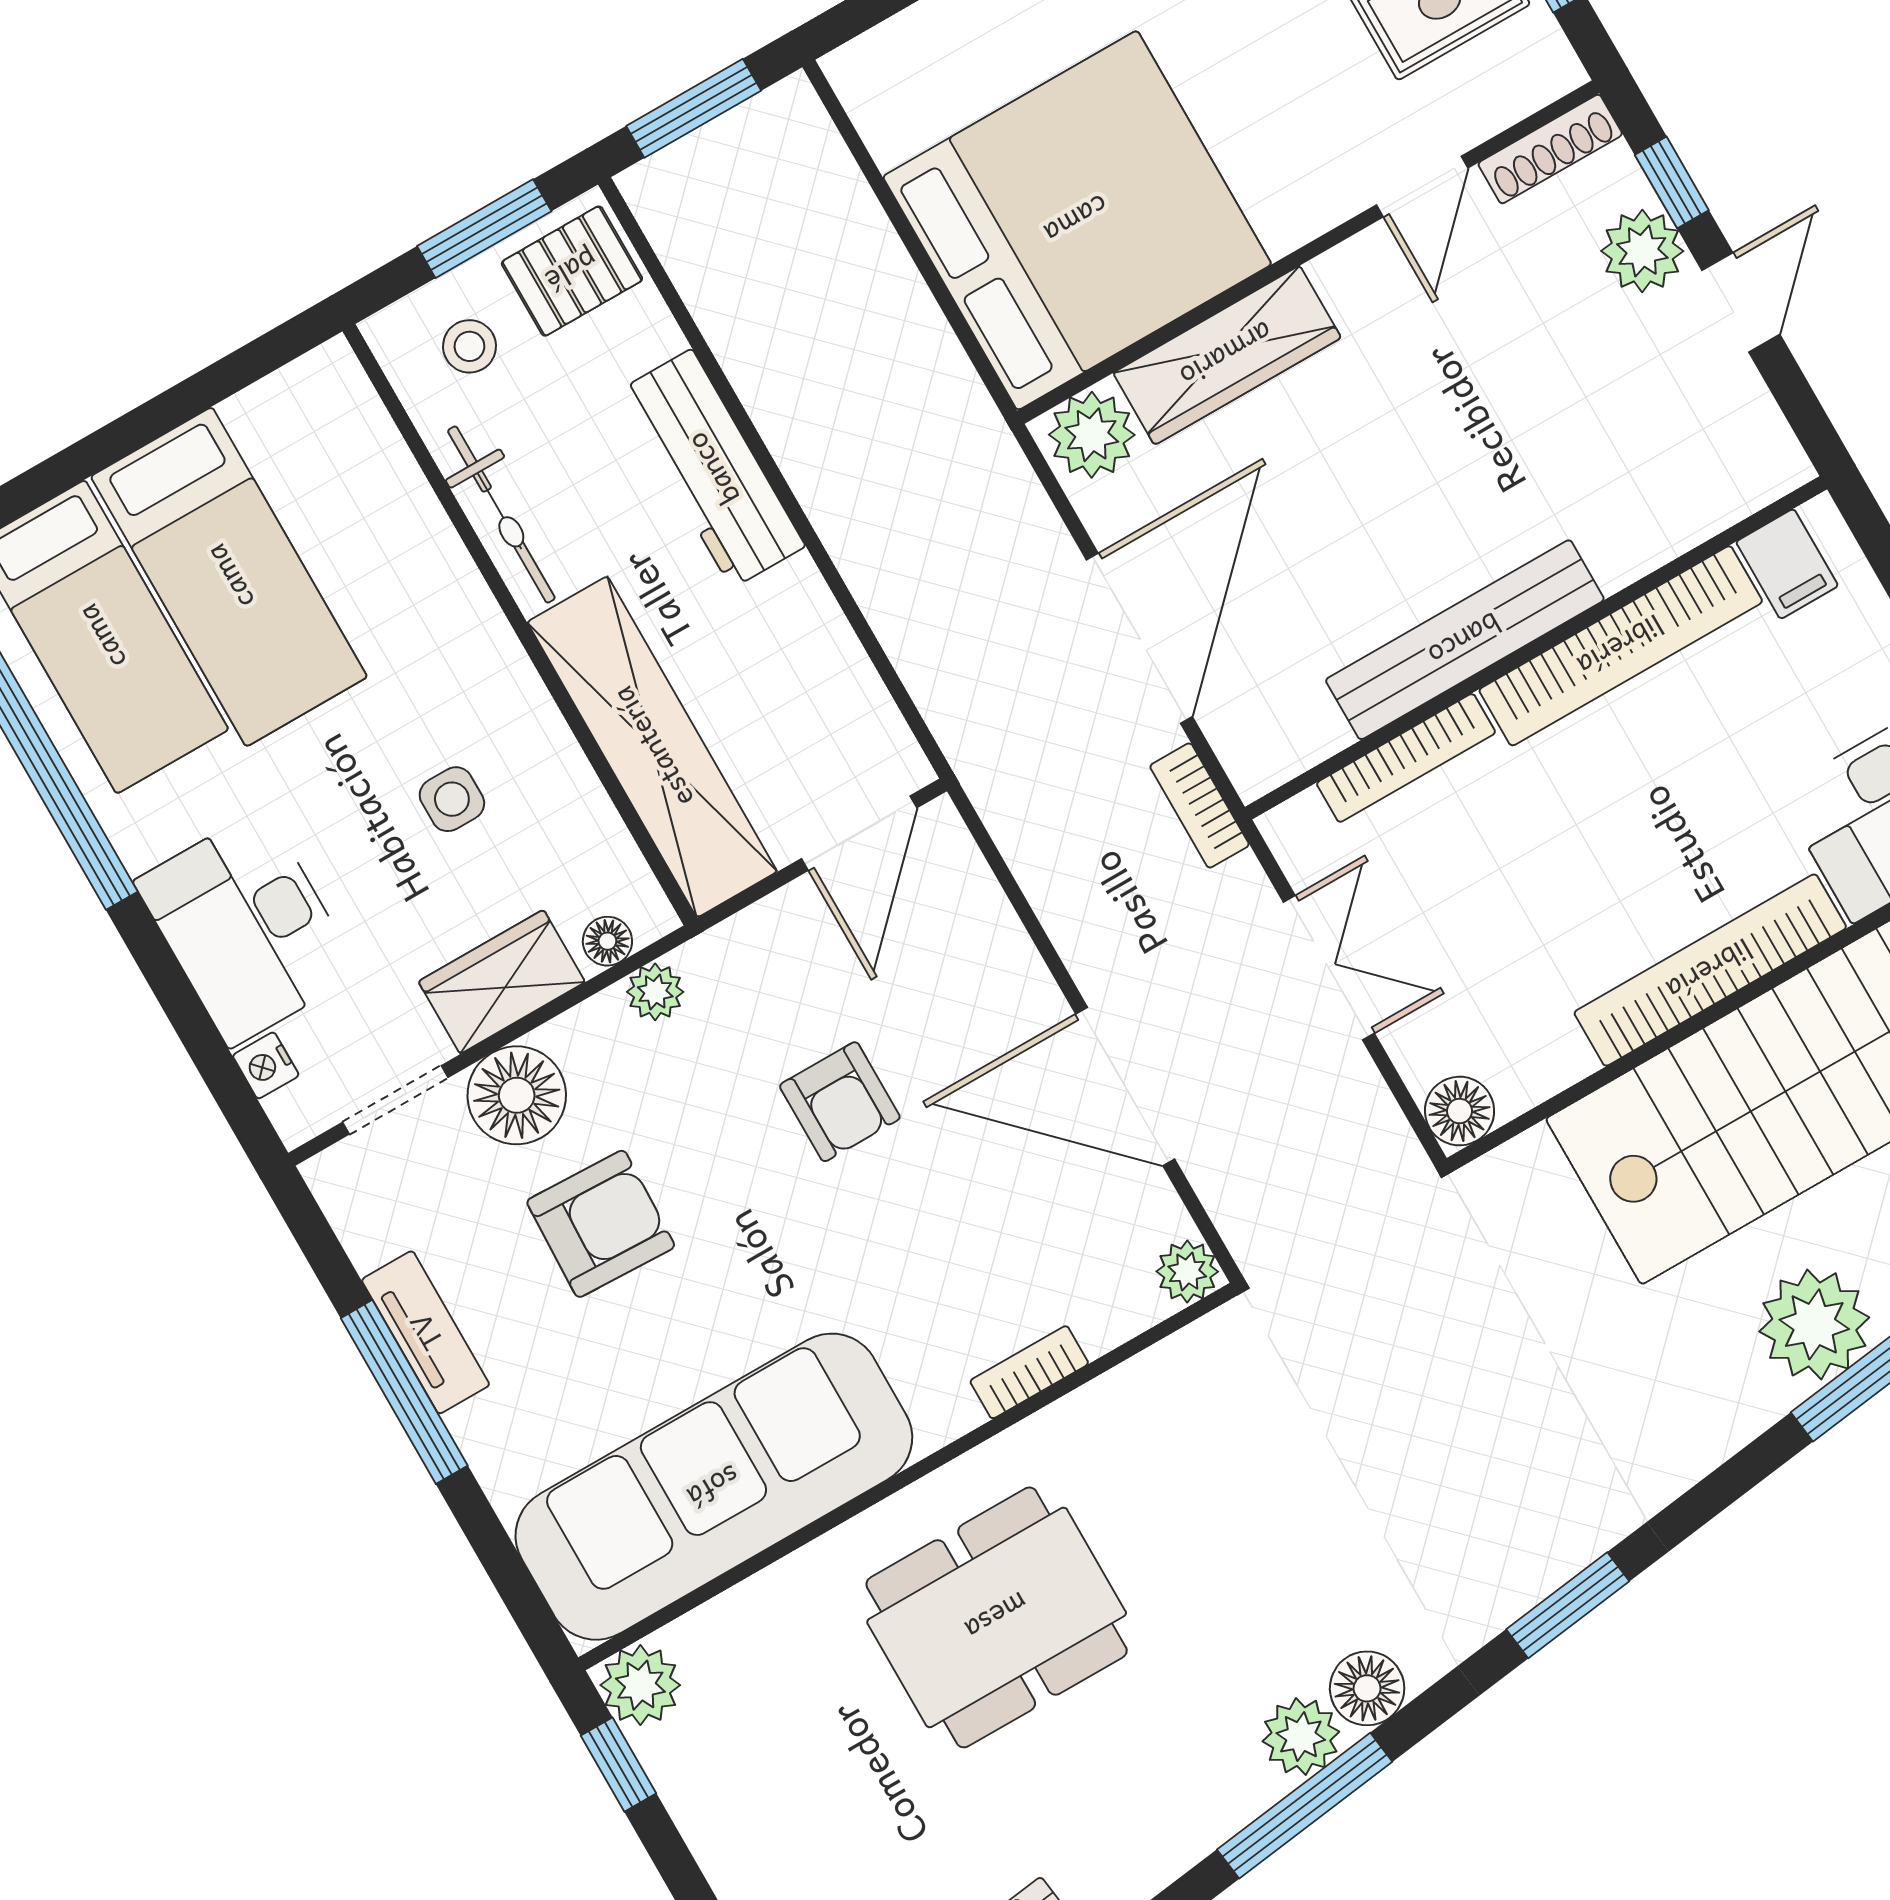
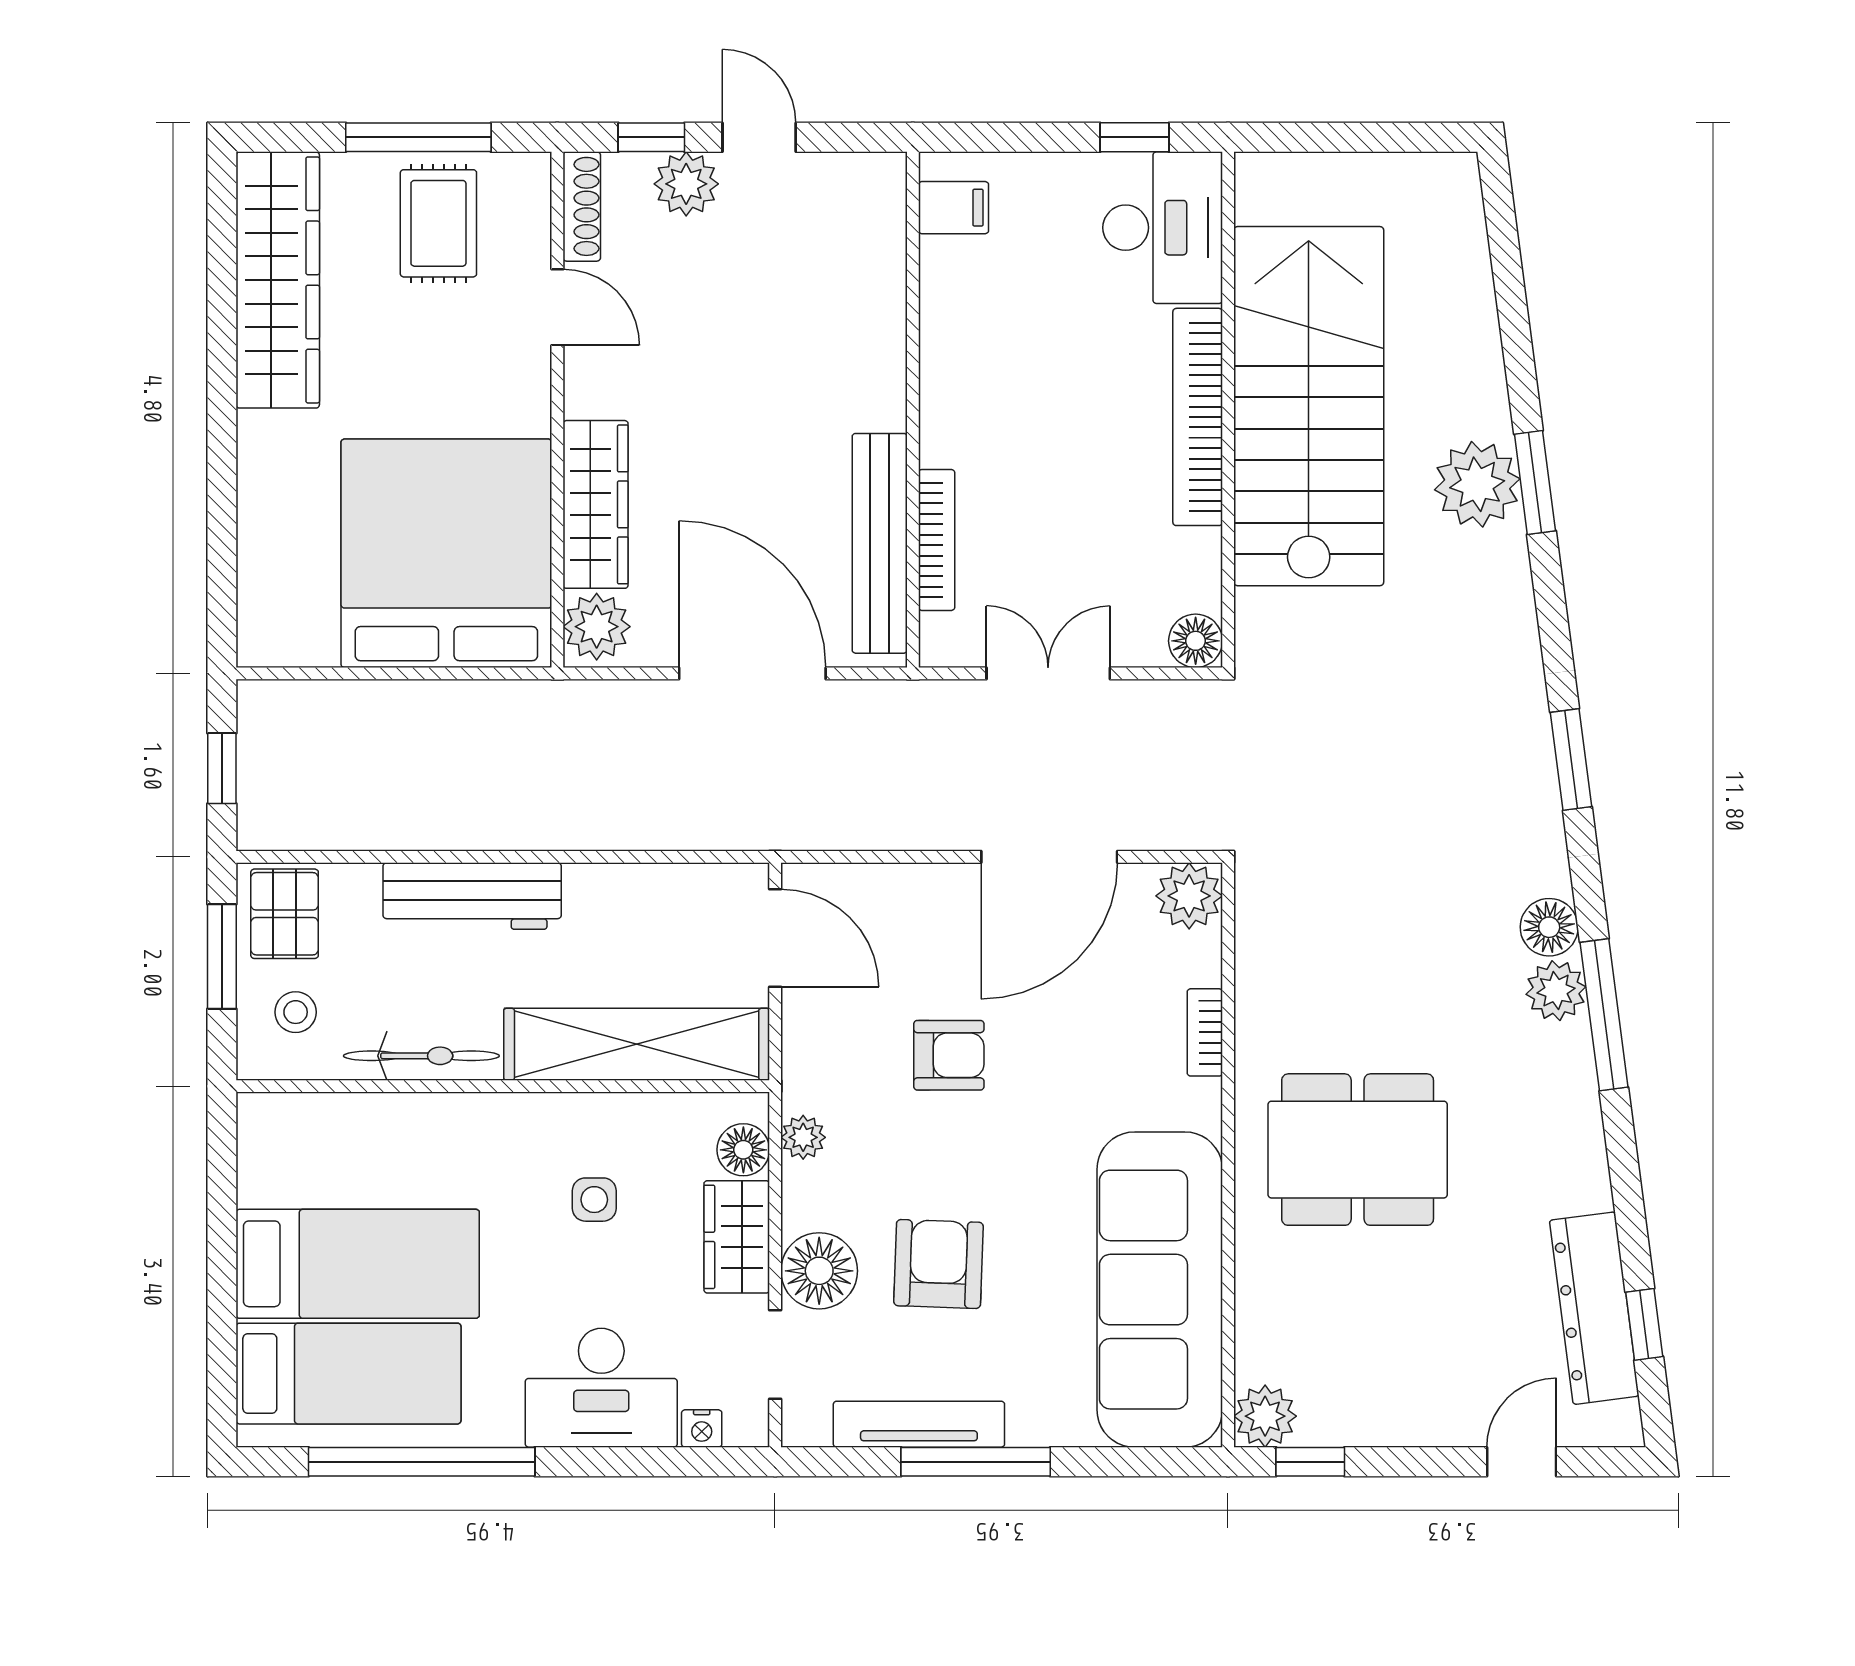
window: (694, 108) -> (222, 768), width x0.67
bench: (1465, 640) -> (880, 543), moved
bookcase: (1621, 646) -> (944, 352), removed
bookcase: (1199, 805) -> (889, 698), removed
floor lamp: (607, 941) -> (743, 1150), width x1.37, depth x1.37
plant: (1187, 1272) -> (1189, 896), width x1.38, depth x1.38
tv unit: (426, 1332) -> (919, 1424), width x1.41
dining table: (997, 1617) -> (1358, 1150), turned 90

